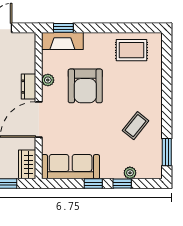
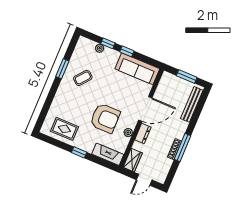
window: (63, 28) -> (79, 152), moved
armchair: (85, 86) -> (105, 118), turned 90
window: (167, 152) -> (62, 69), moved
wardrobe: (27, 164) -> (133, 160), moved

